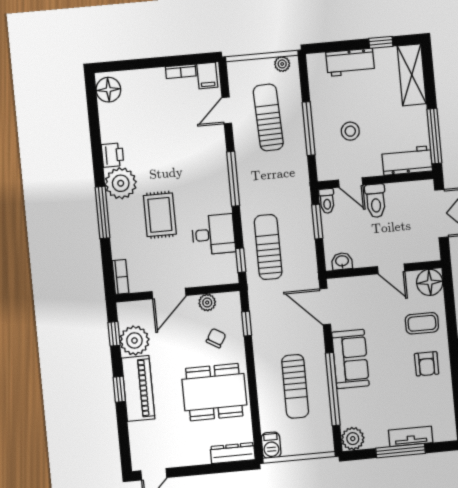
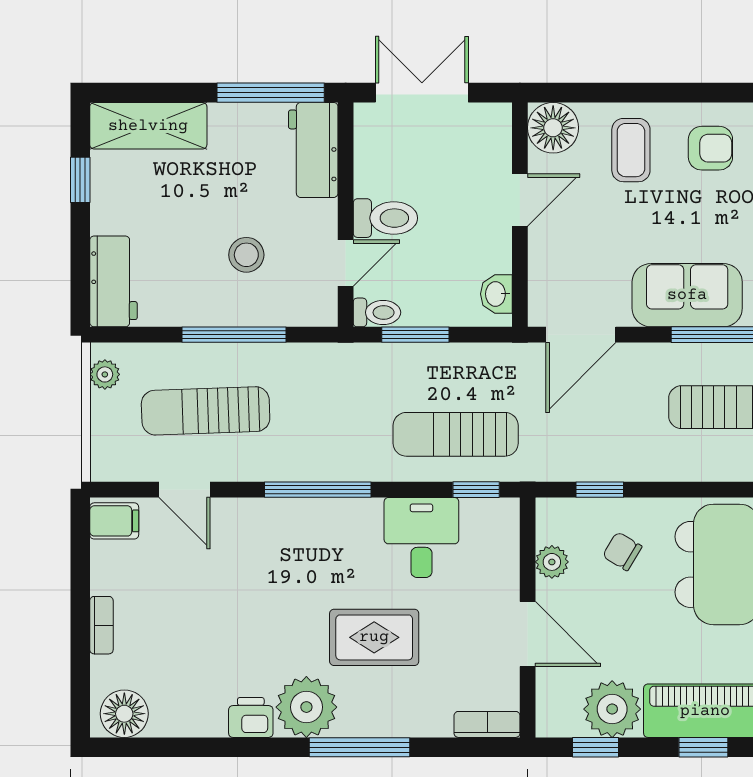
workbench: (350, 62) -> (113, 281), moved
bookcase: (181, 71) -> (101, 625), moved

